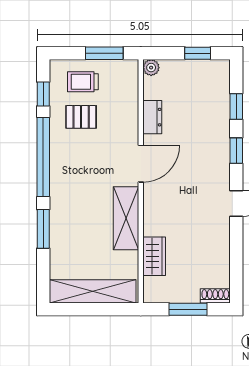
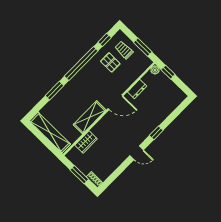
window: (198, 53) -> (168, 72), moved
window: (236, 106) -> (173, 116), removed

